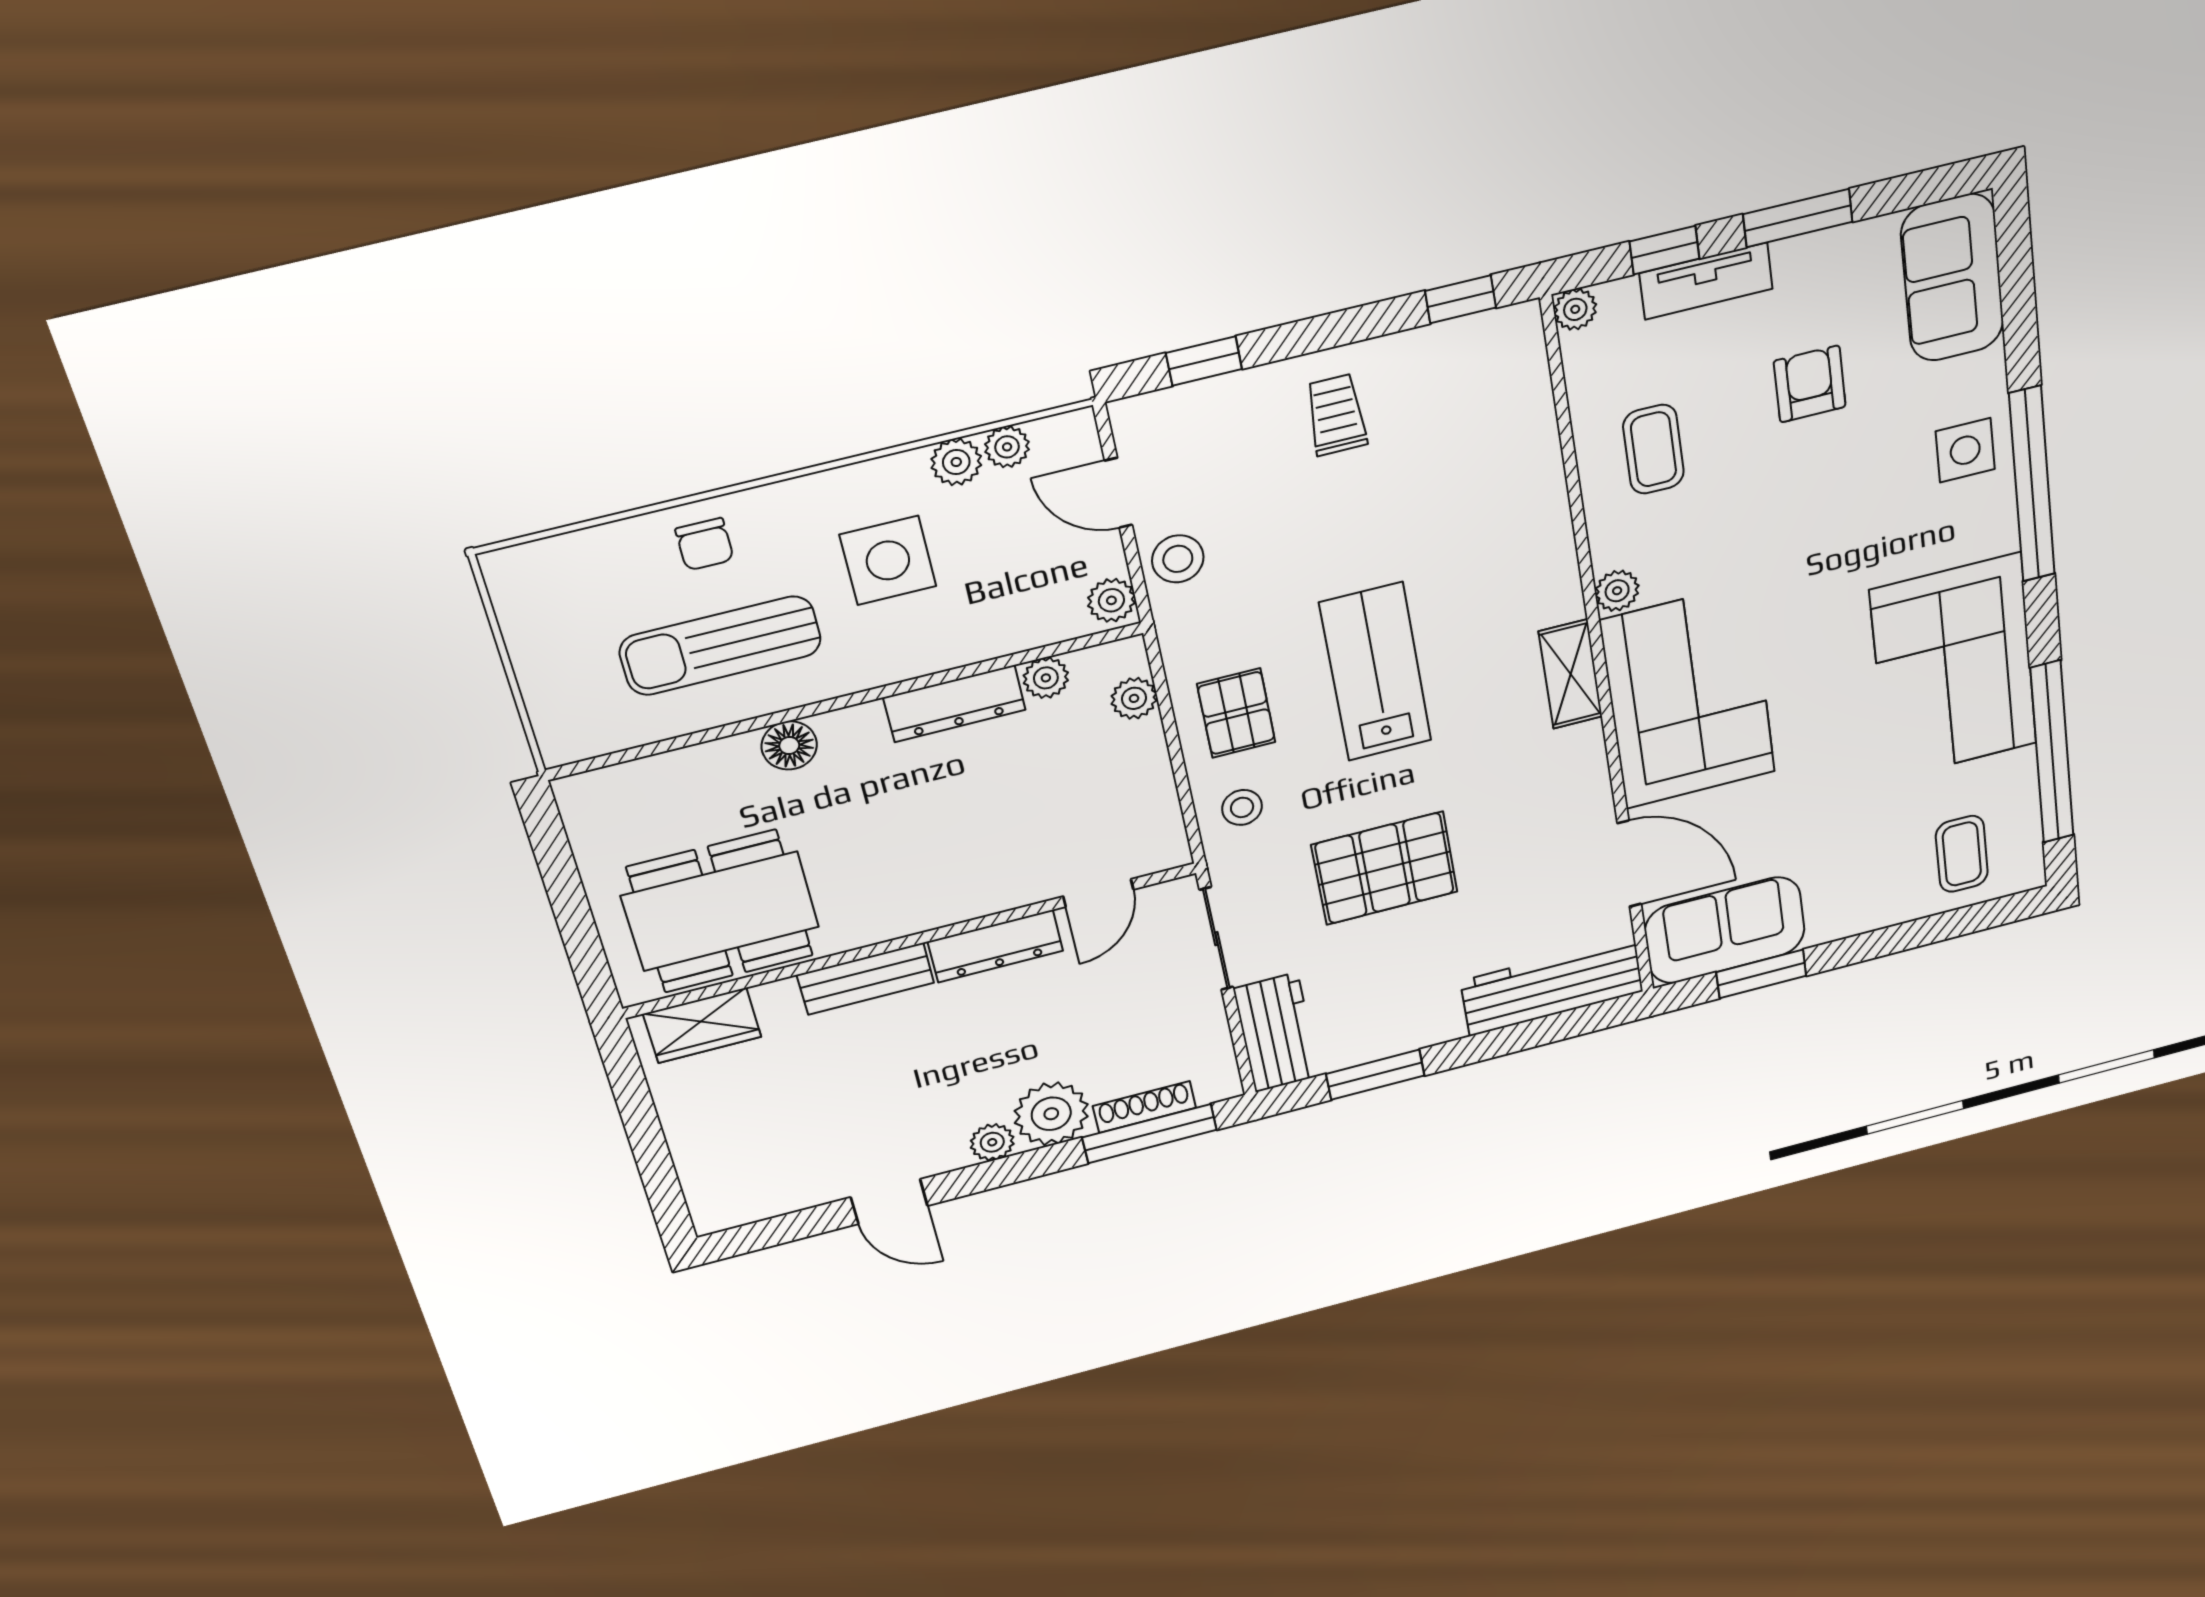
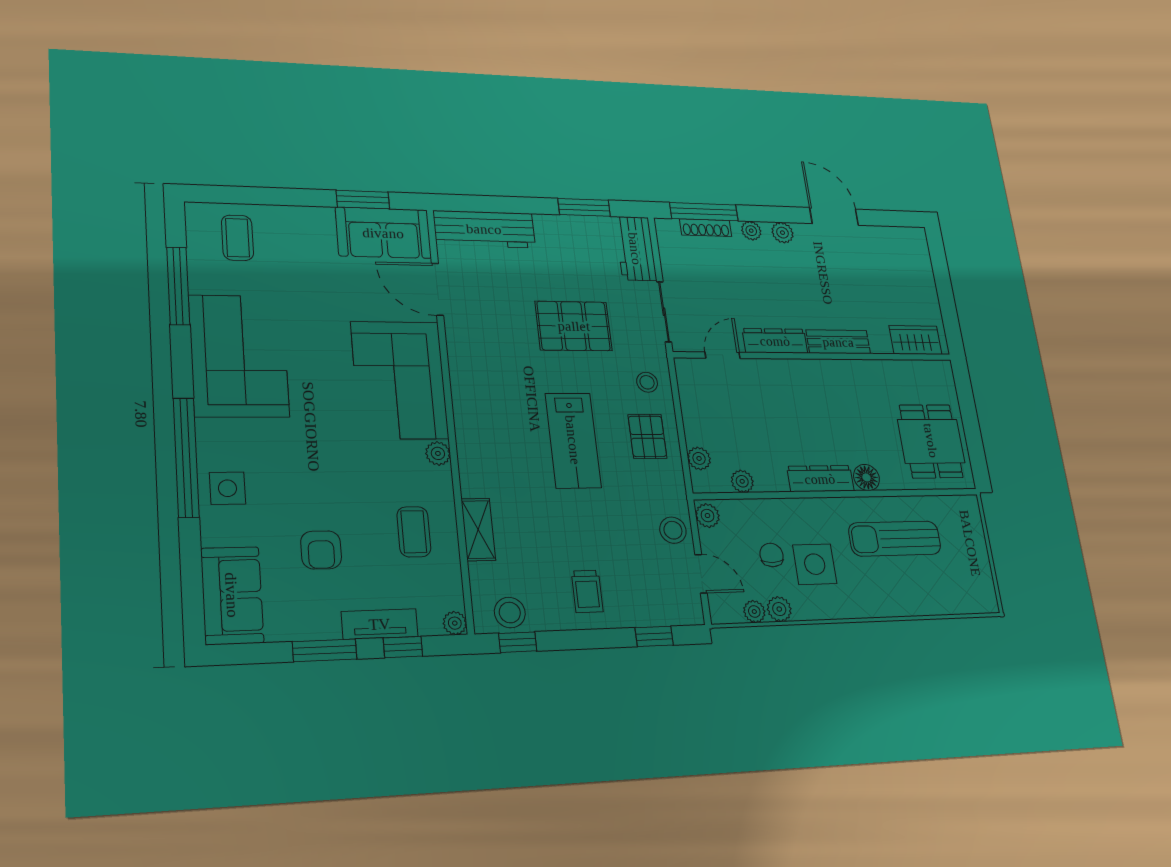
stool: (1477, 348) -> (510, 613), added
chair: (705, 544) -> (772, 555), moved
sun lounger: (720, 646) -> (895, 539), turned 180
shelving: (1571, 674) -> (478, 530), moved
dresser: (954, 704) -> (820, 479), moved
window: (2052, 752) -> (178, 286), width x0.68
dining table: (720, 911) -> (931, 441), moved, width x0.73
plant: (1051, 1114) -> (751, 231), width x0.53, depth x0.53
door: (889, 1202) -> (834, 216), width x1.38

